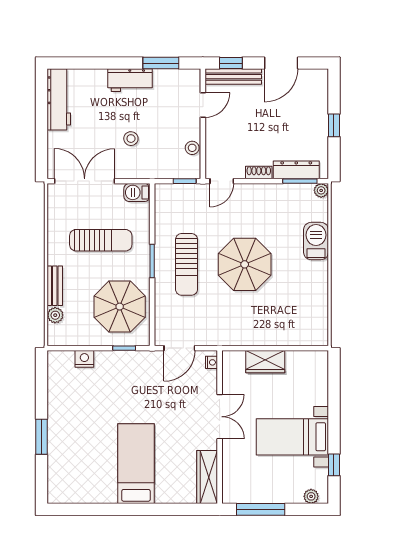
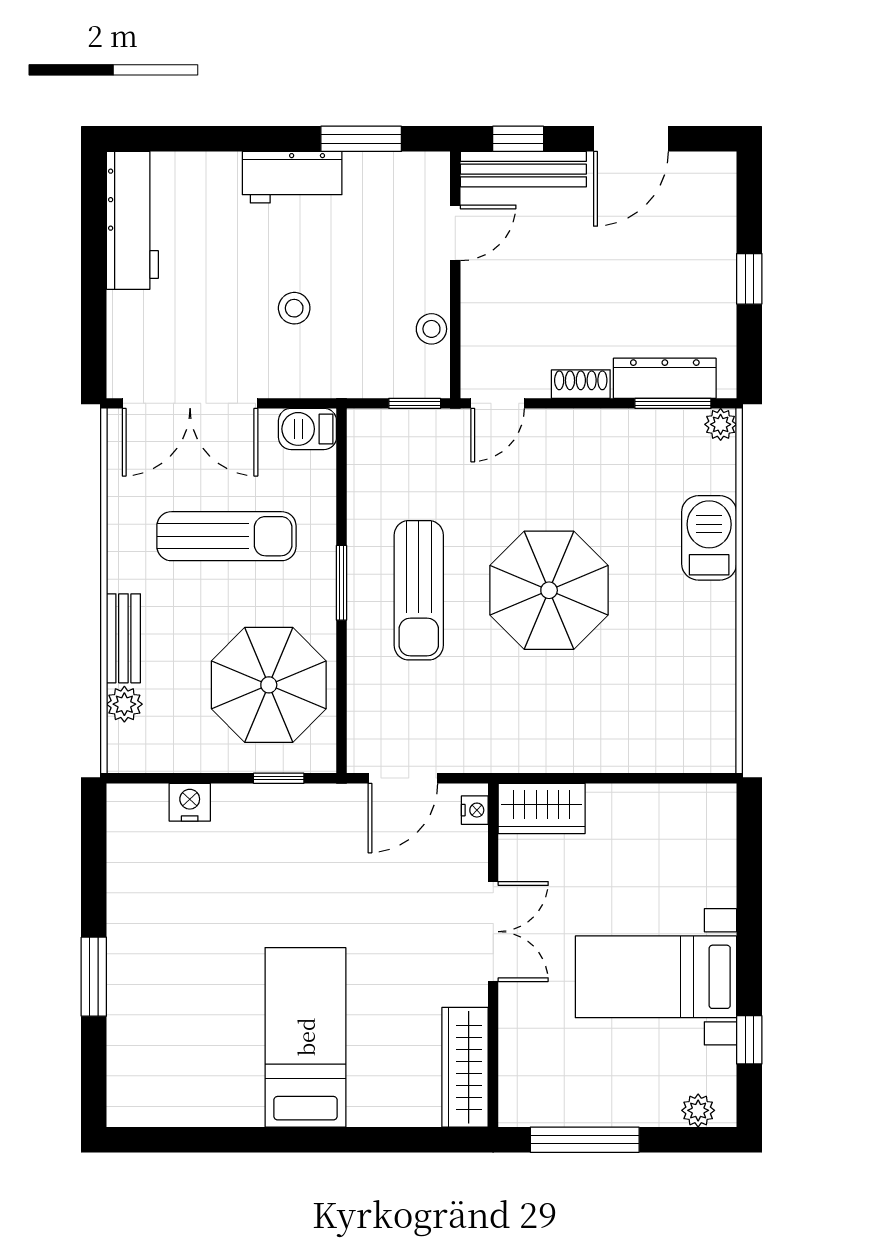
double door: (85, 181) -> (190, 403), swing flipped
wardrobe: (265, 362) -> (542, 808), moved

